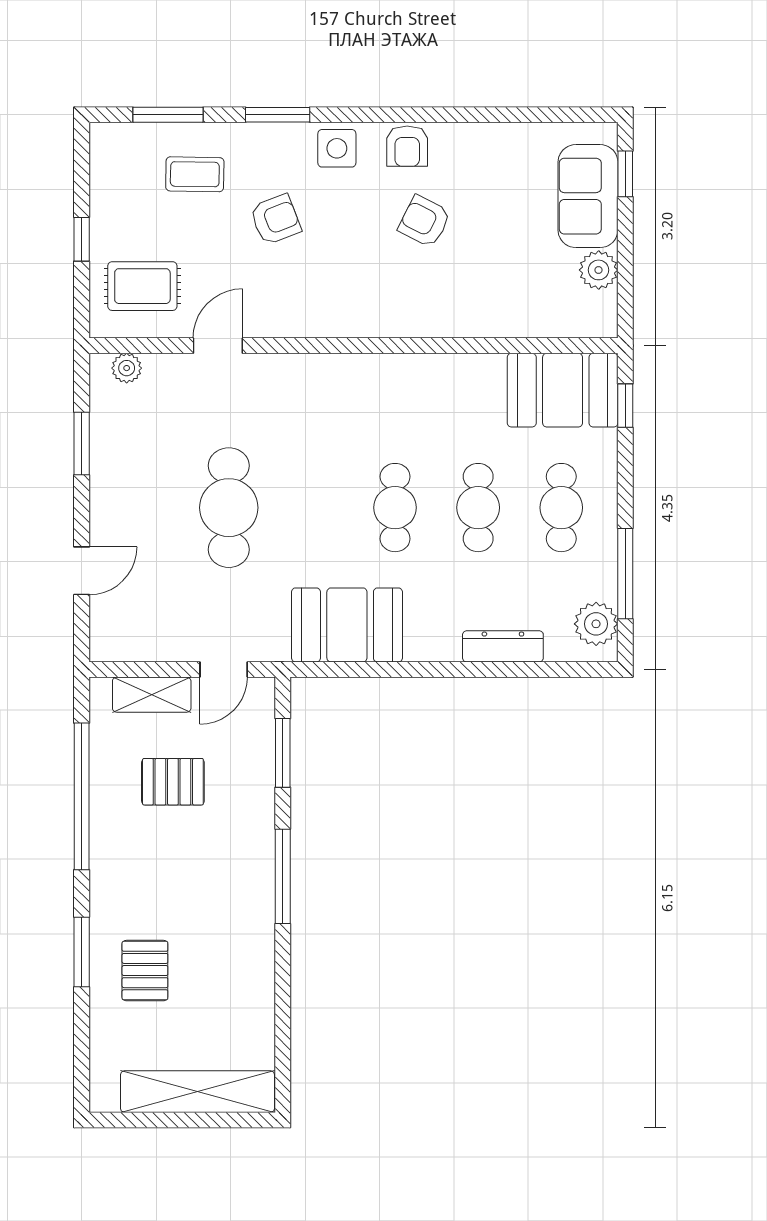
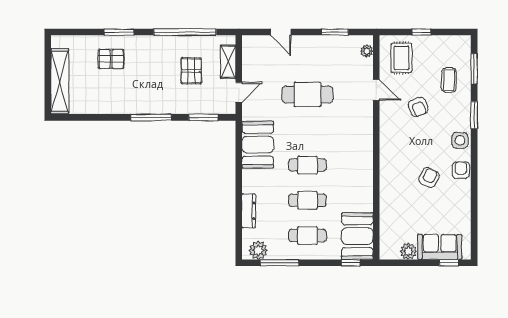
armchair: (407, 146) -> (461, 170), turned 90
armchair: (276, 219) -> (418, 107), moved
door: (224, 670) -> (239, 92), swing flipped

